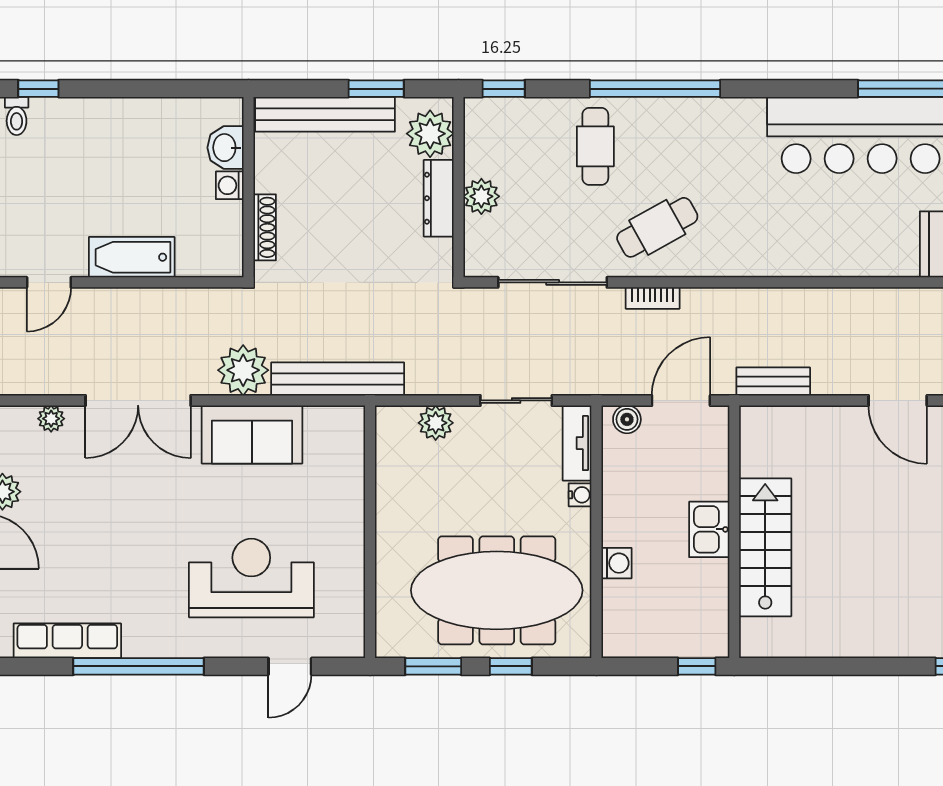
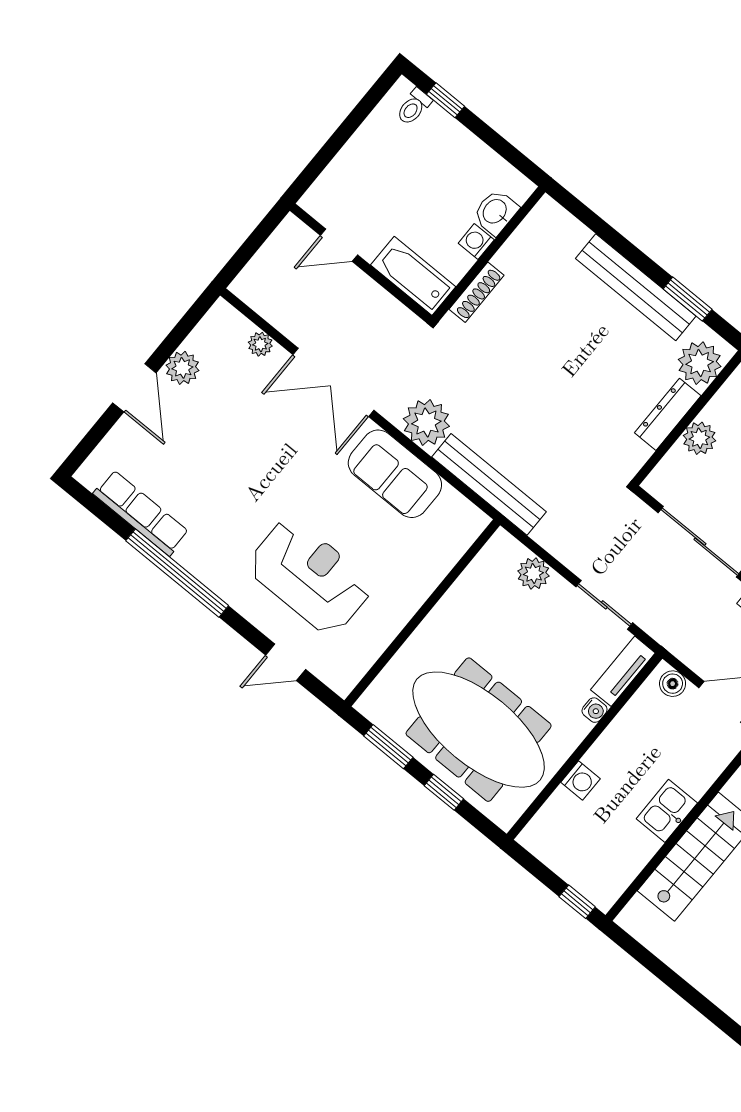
washbasin: (225, 148) -> (495, 212), moved
washing machine: (230, 185) -> (476, 242), moved
wall: (248, 187) -> (489, 254), moved
shoe rack: (265, 227) -> (477, 292), moved

